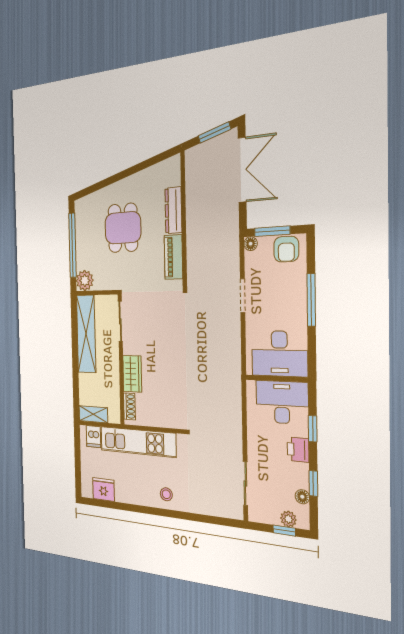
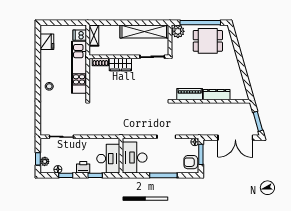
dining table: (123, 228) -> (208, 41), moved

